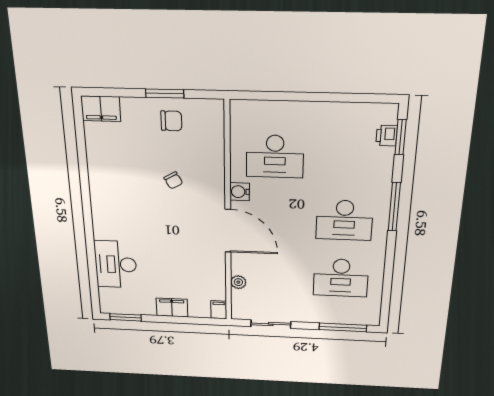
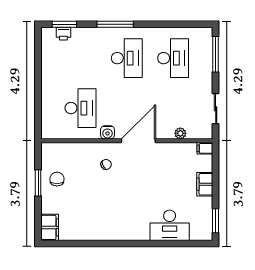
chair: (173, 180) -> (106, 164), moved

